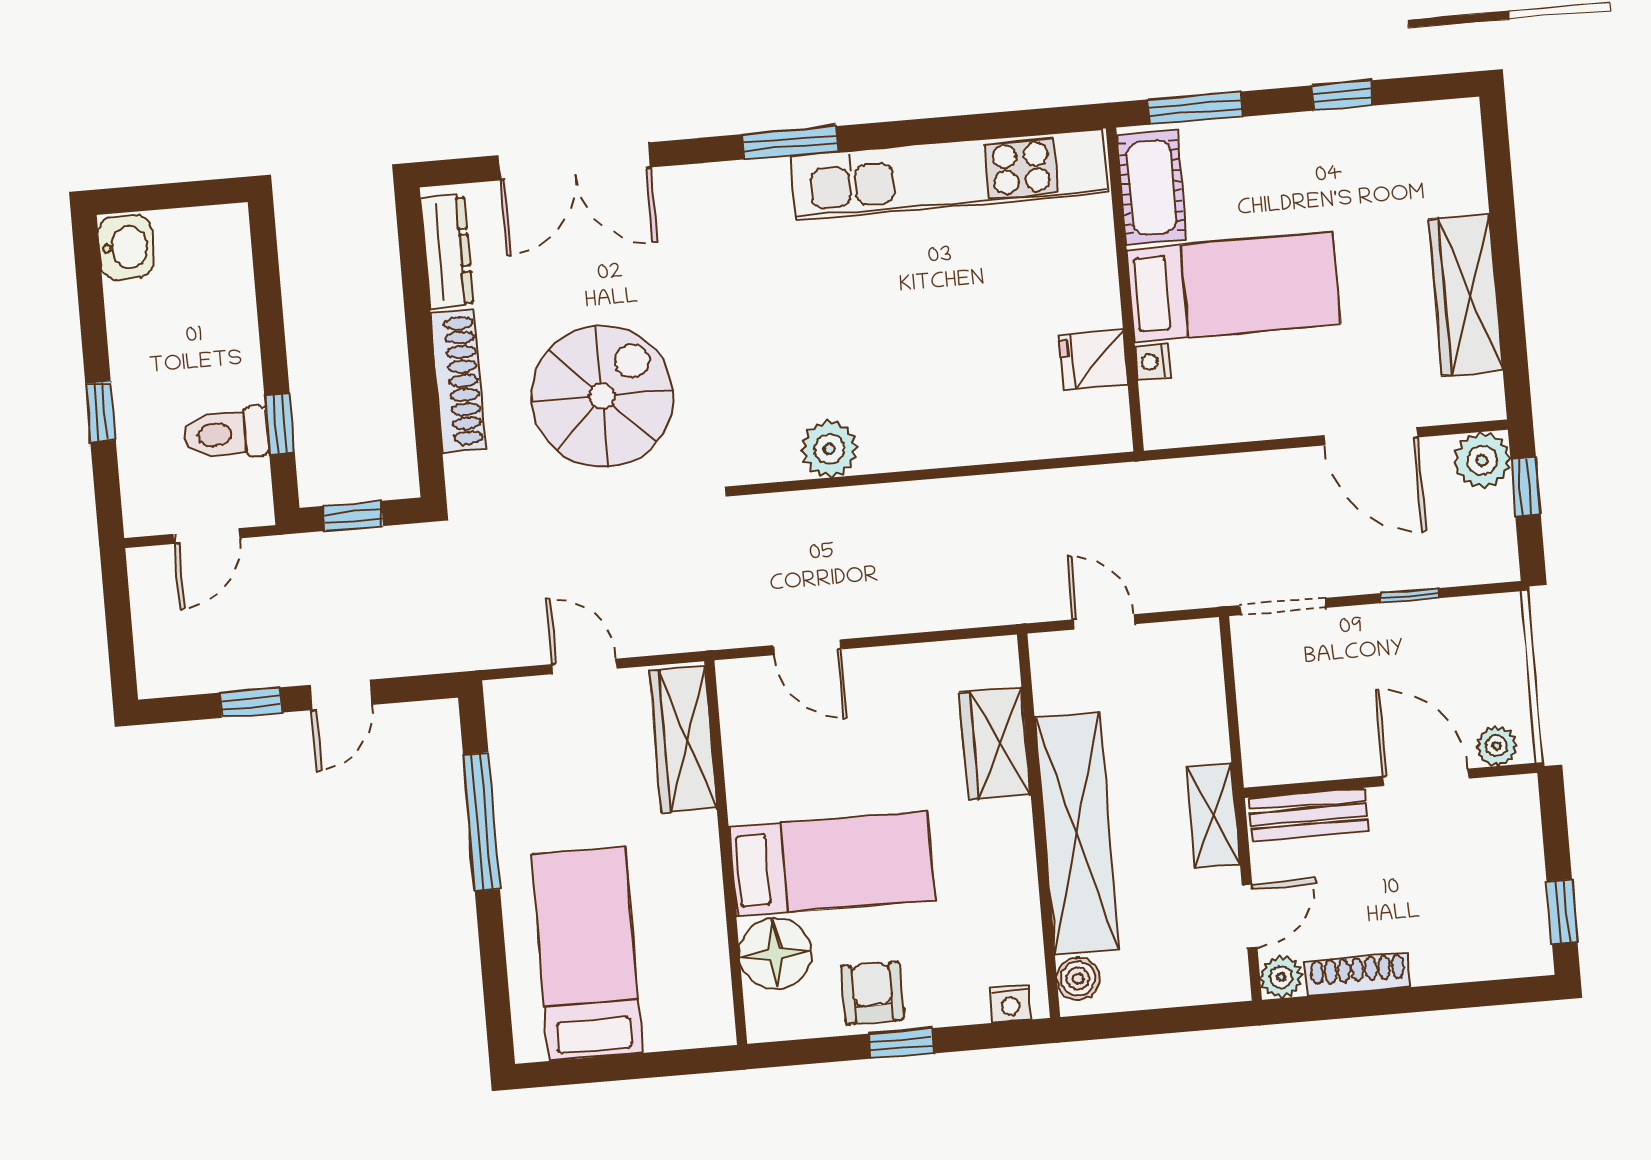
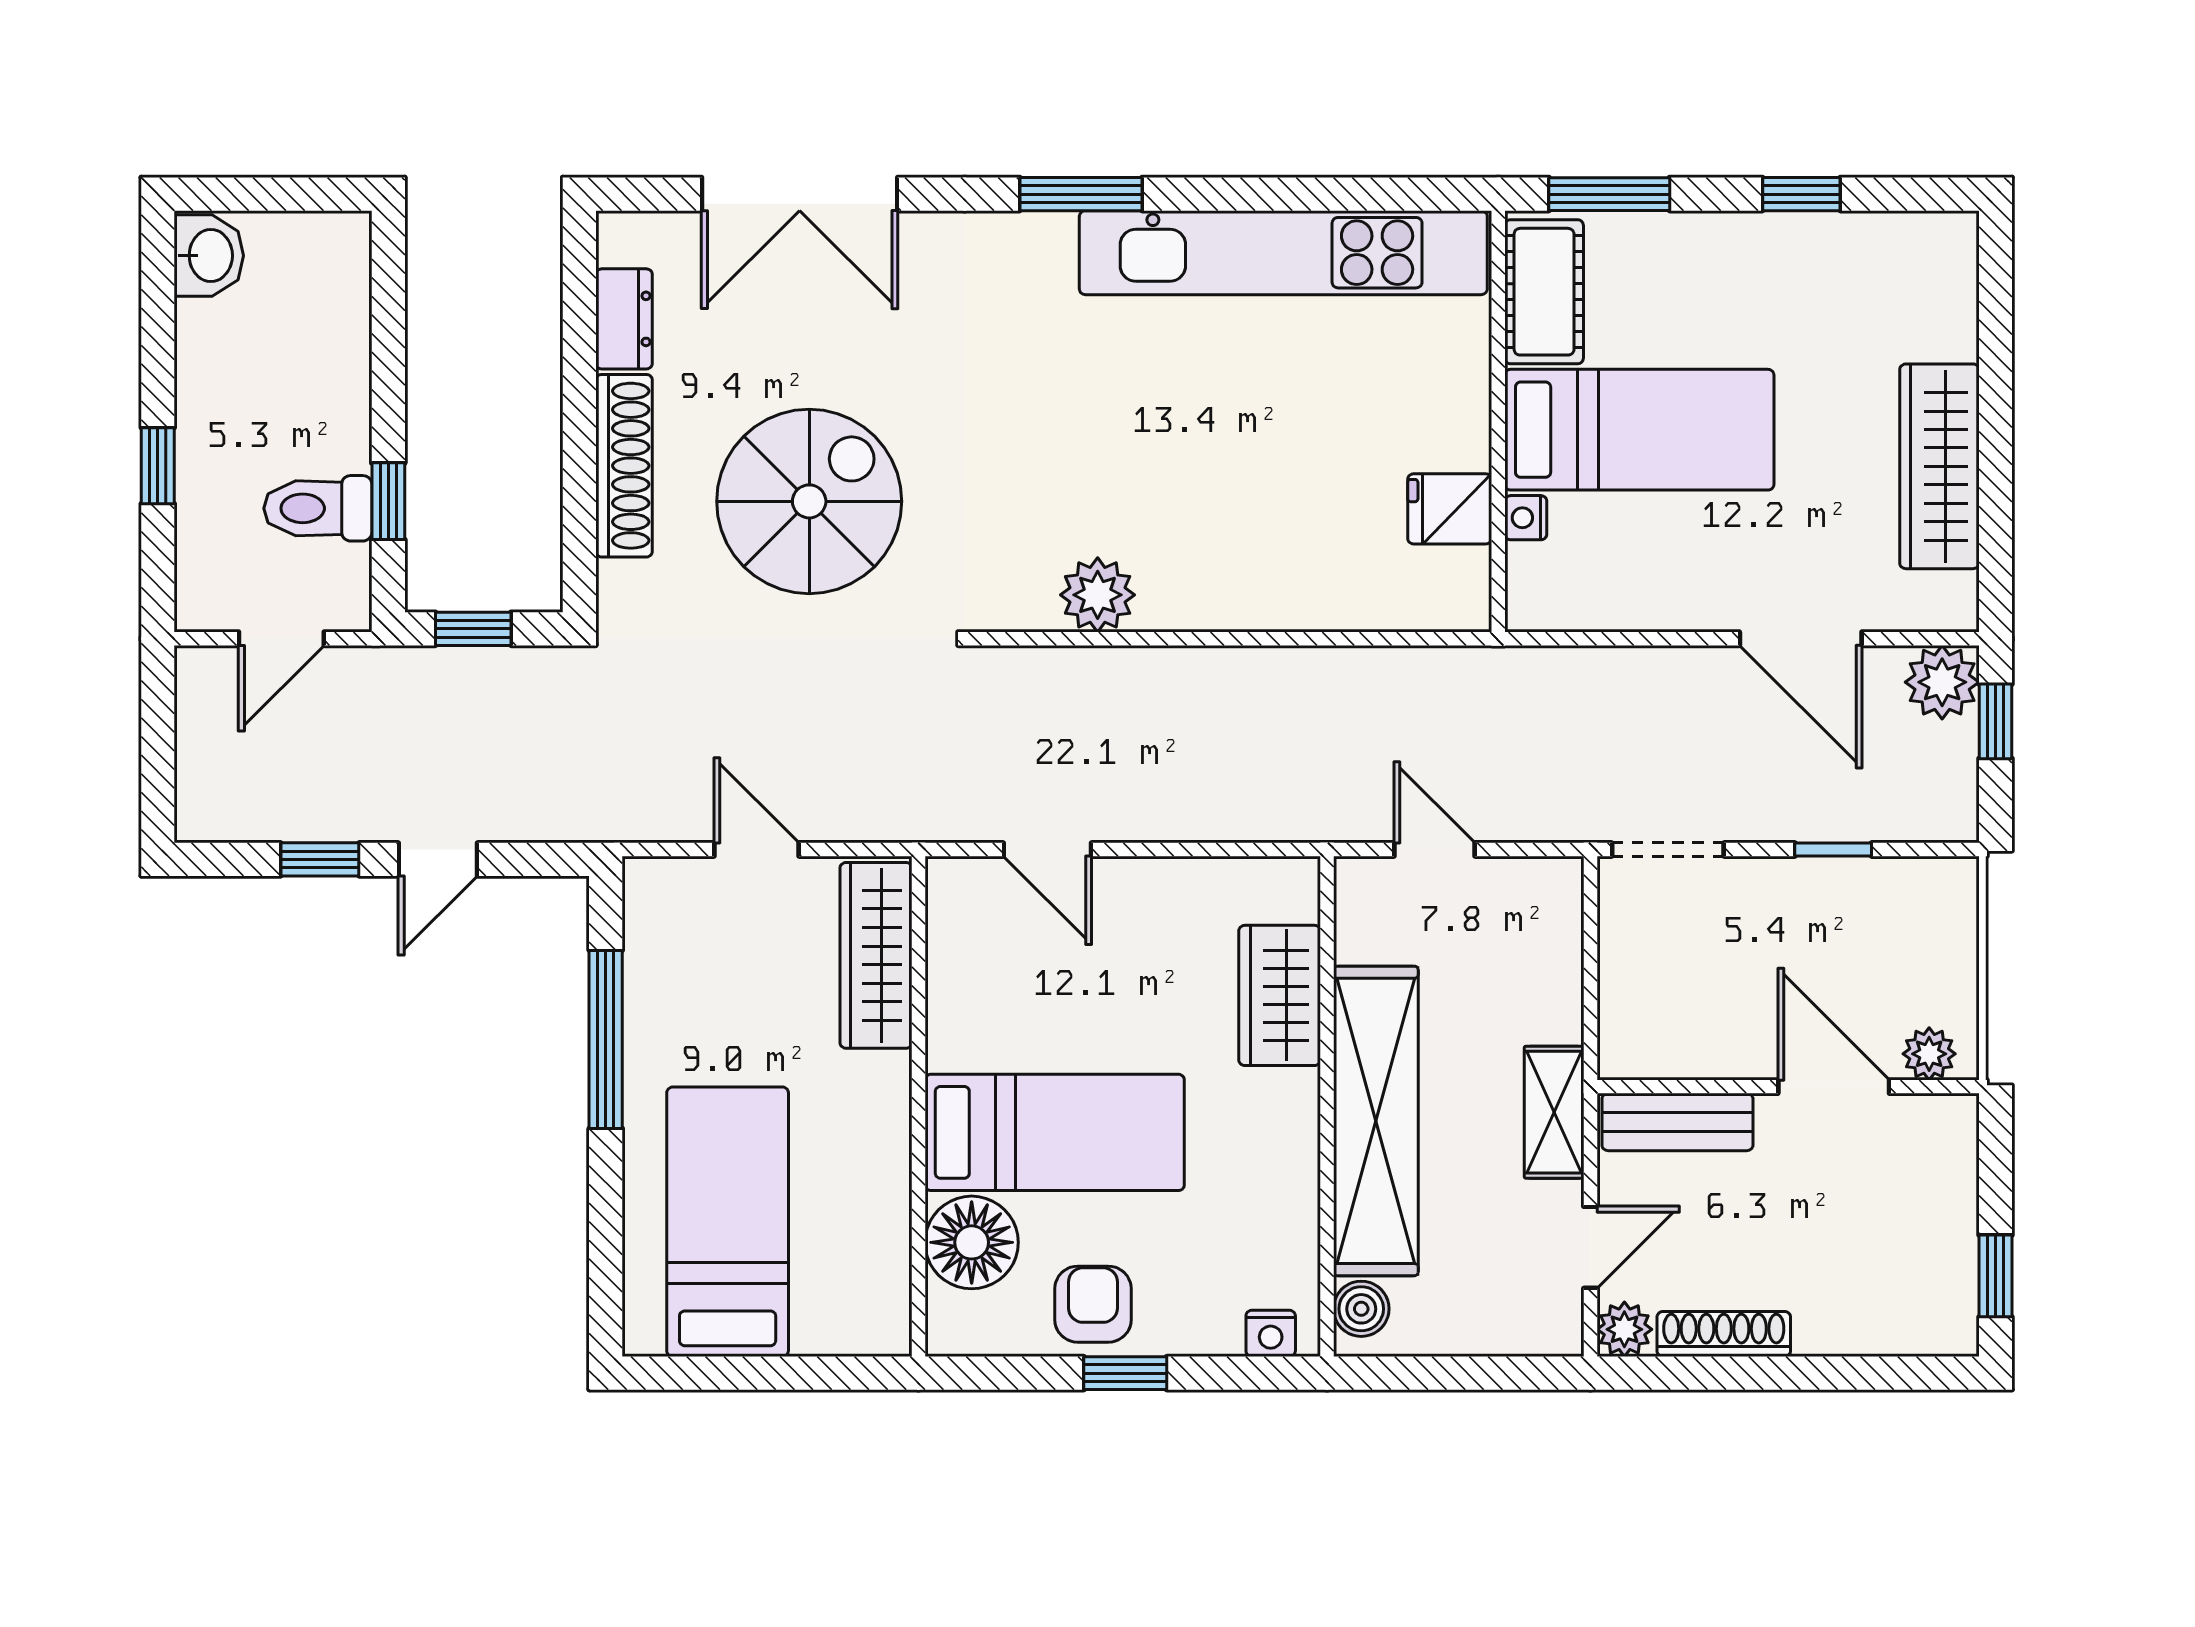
dresser: (447, 252) -> (624, 319), width x0.70

